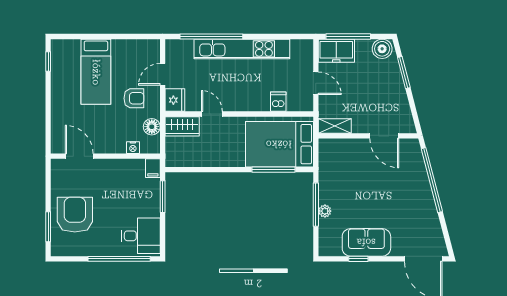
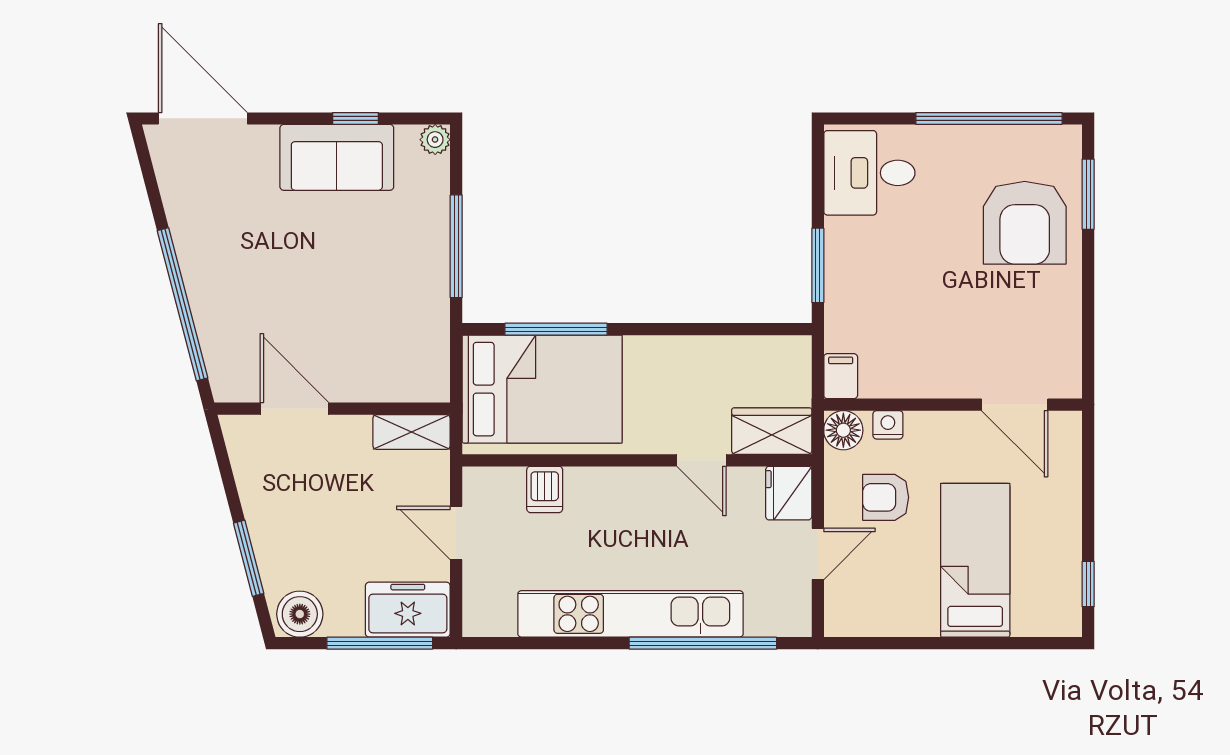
nightstand: (133, 148) -> (888, 425), moved
door: (79, 156) -> (1015, 405), moved
wall: (105, 156) -> (953, 405), moved
filing cabinet: (153, 168) -> (841, 376), moved
plant: (325, 211) -> (435, 140), moved
window: (119, 259) -> (989, 118), moved

